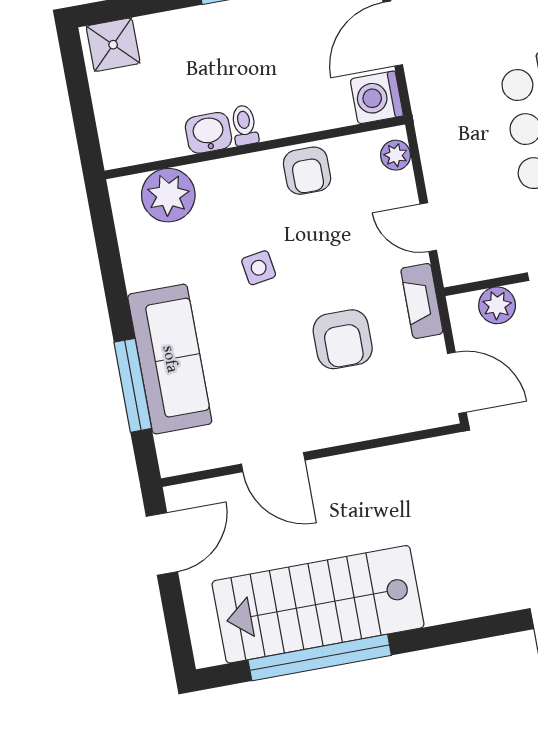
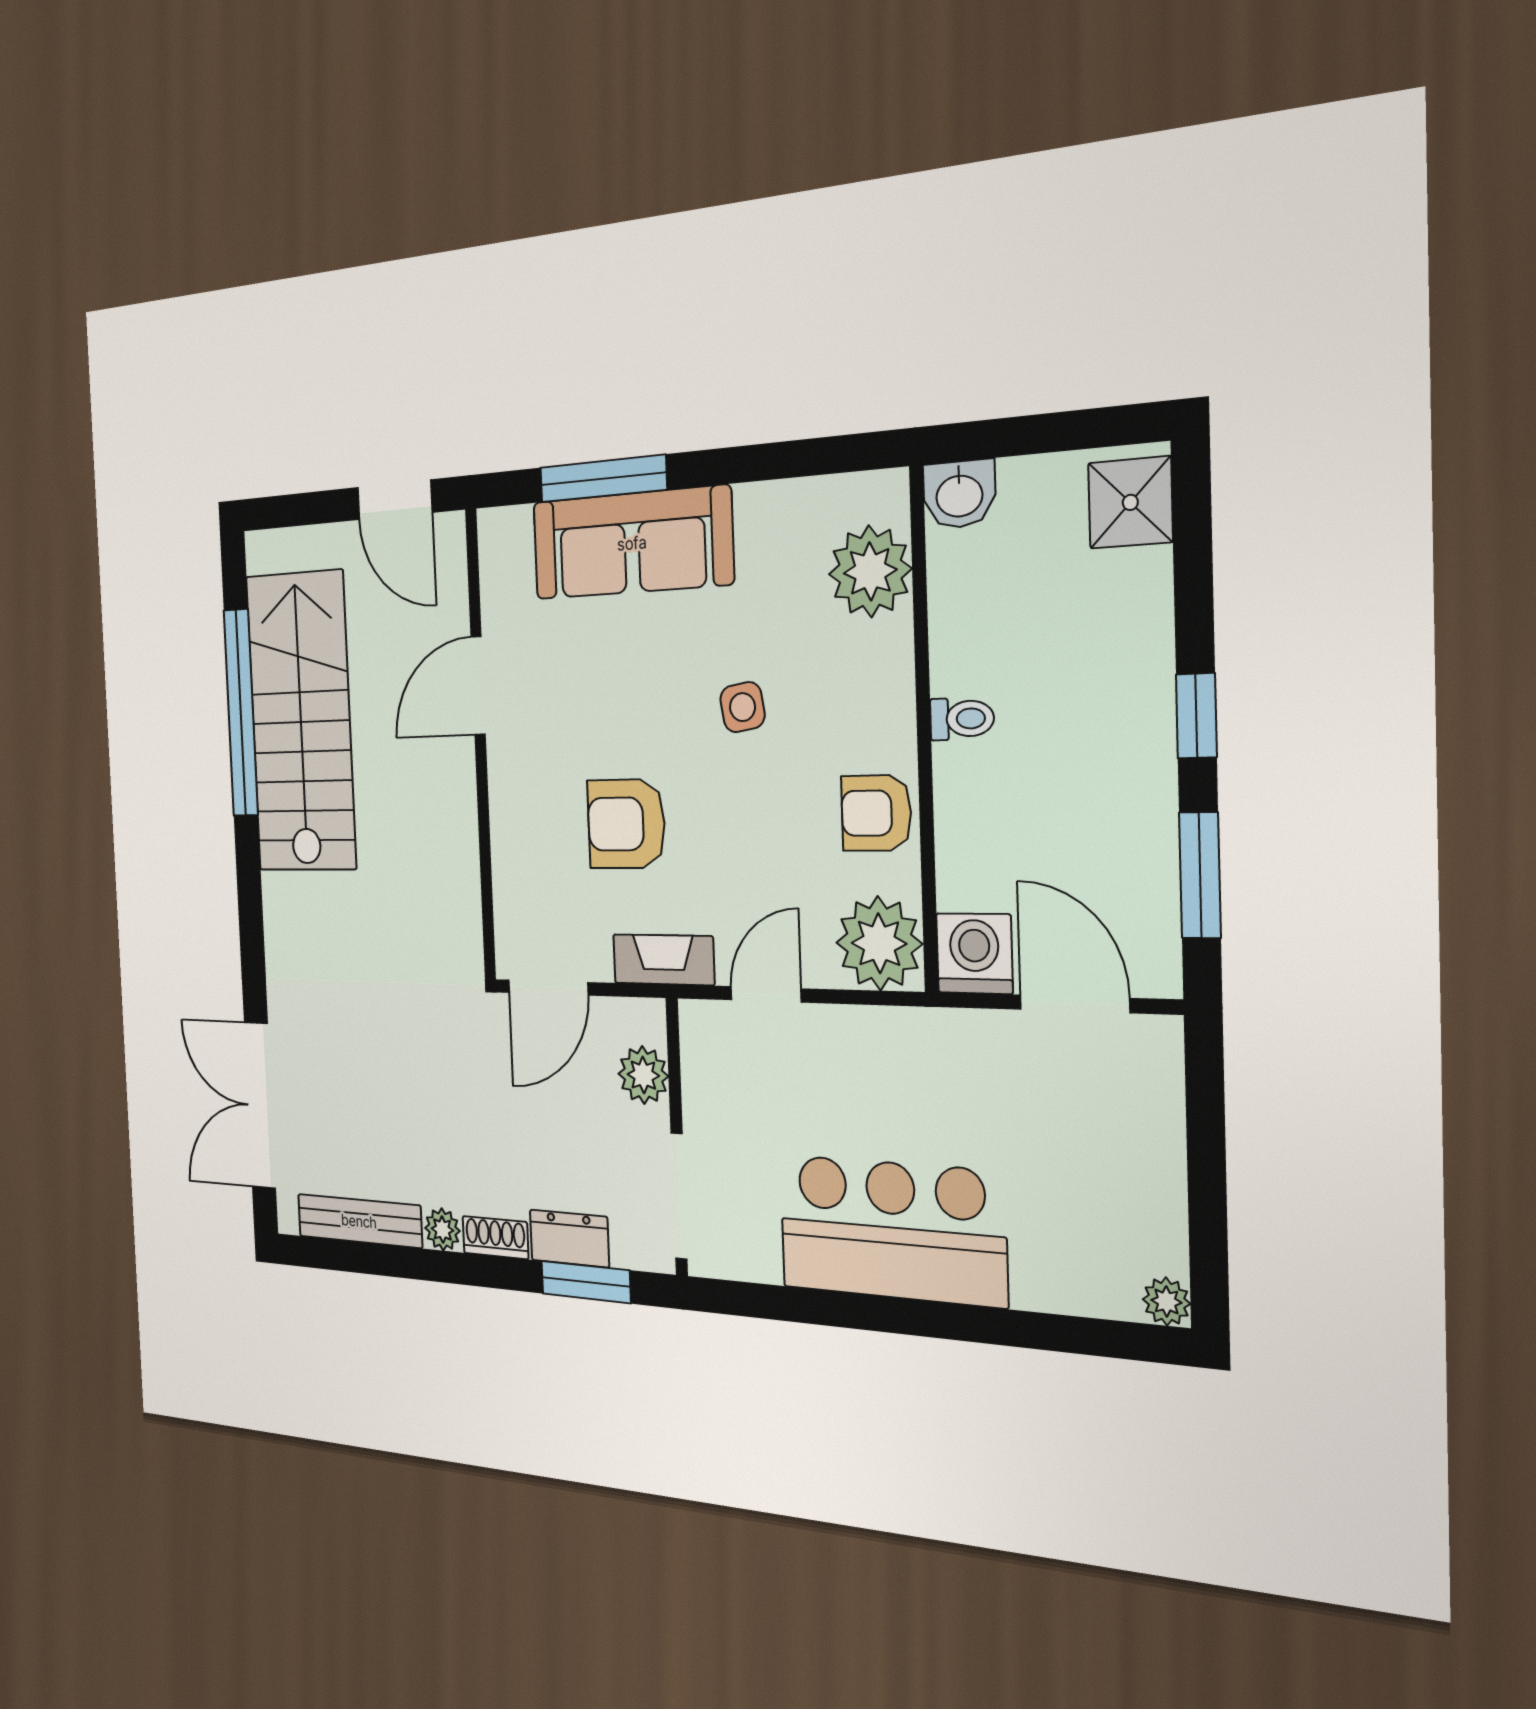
washbasin: (208, 133) -> (959, 494), moved, turned 90
plant: (396, 155) -> (879, 943), width x1.87, depth x1.87

